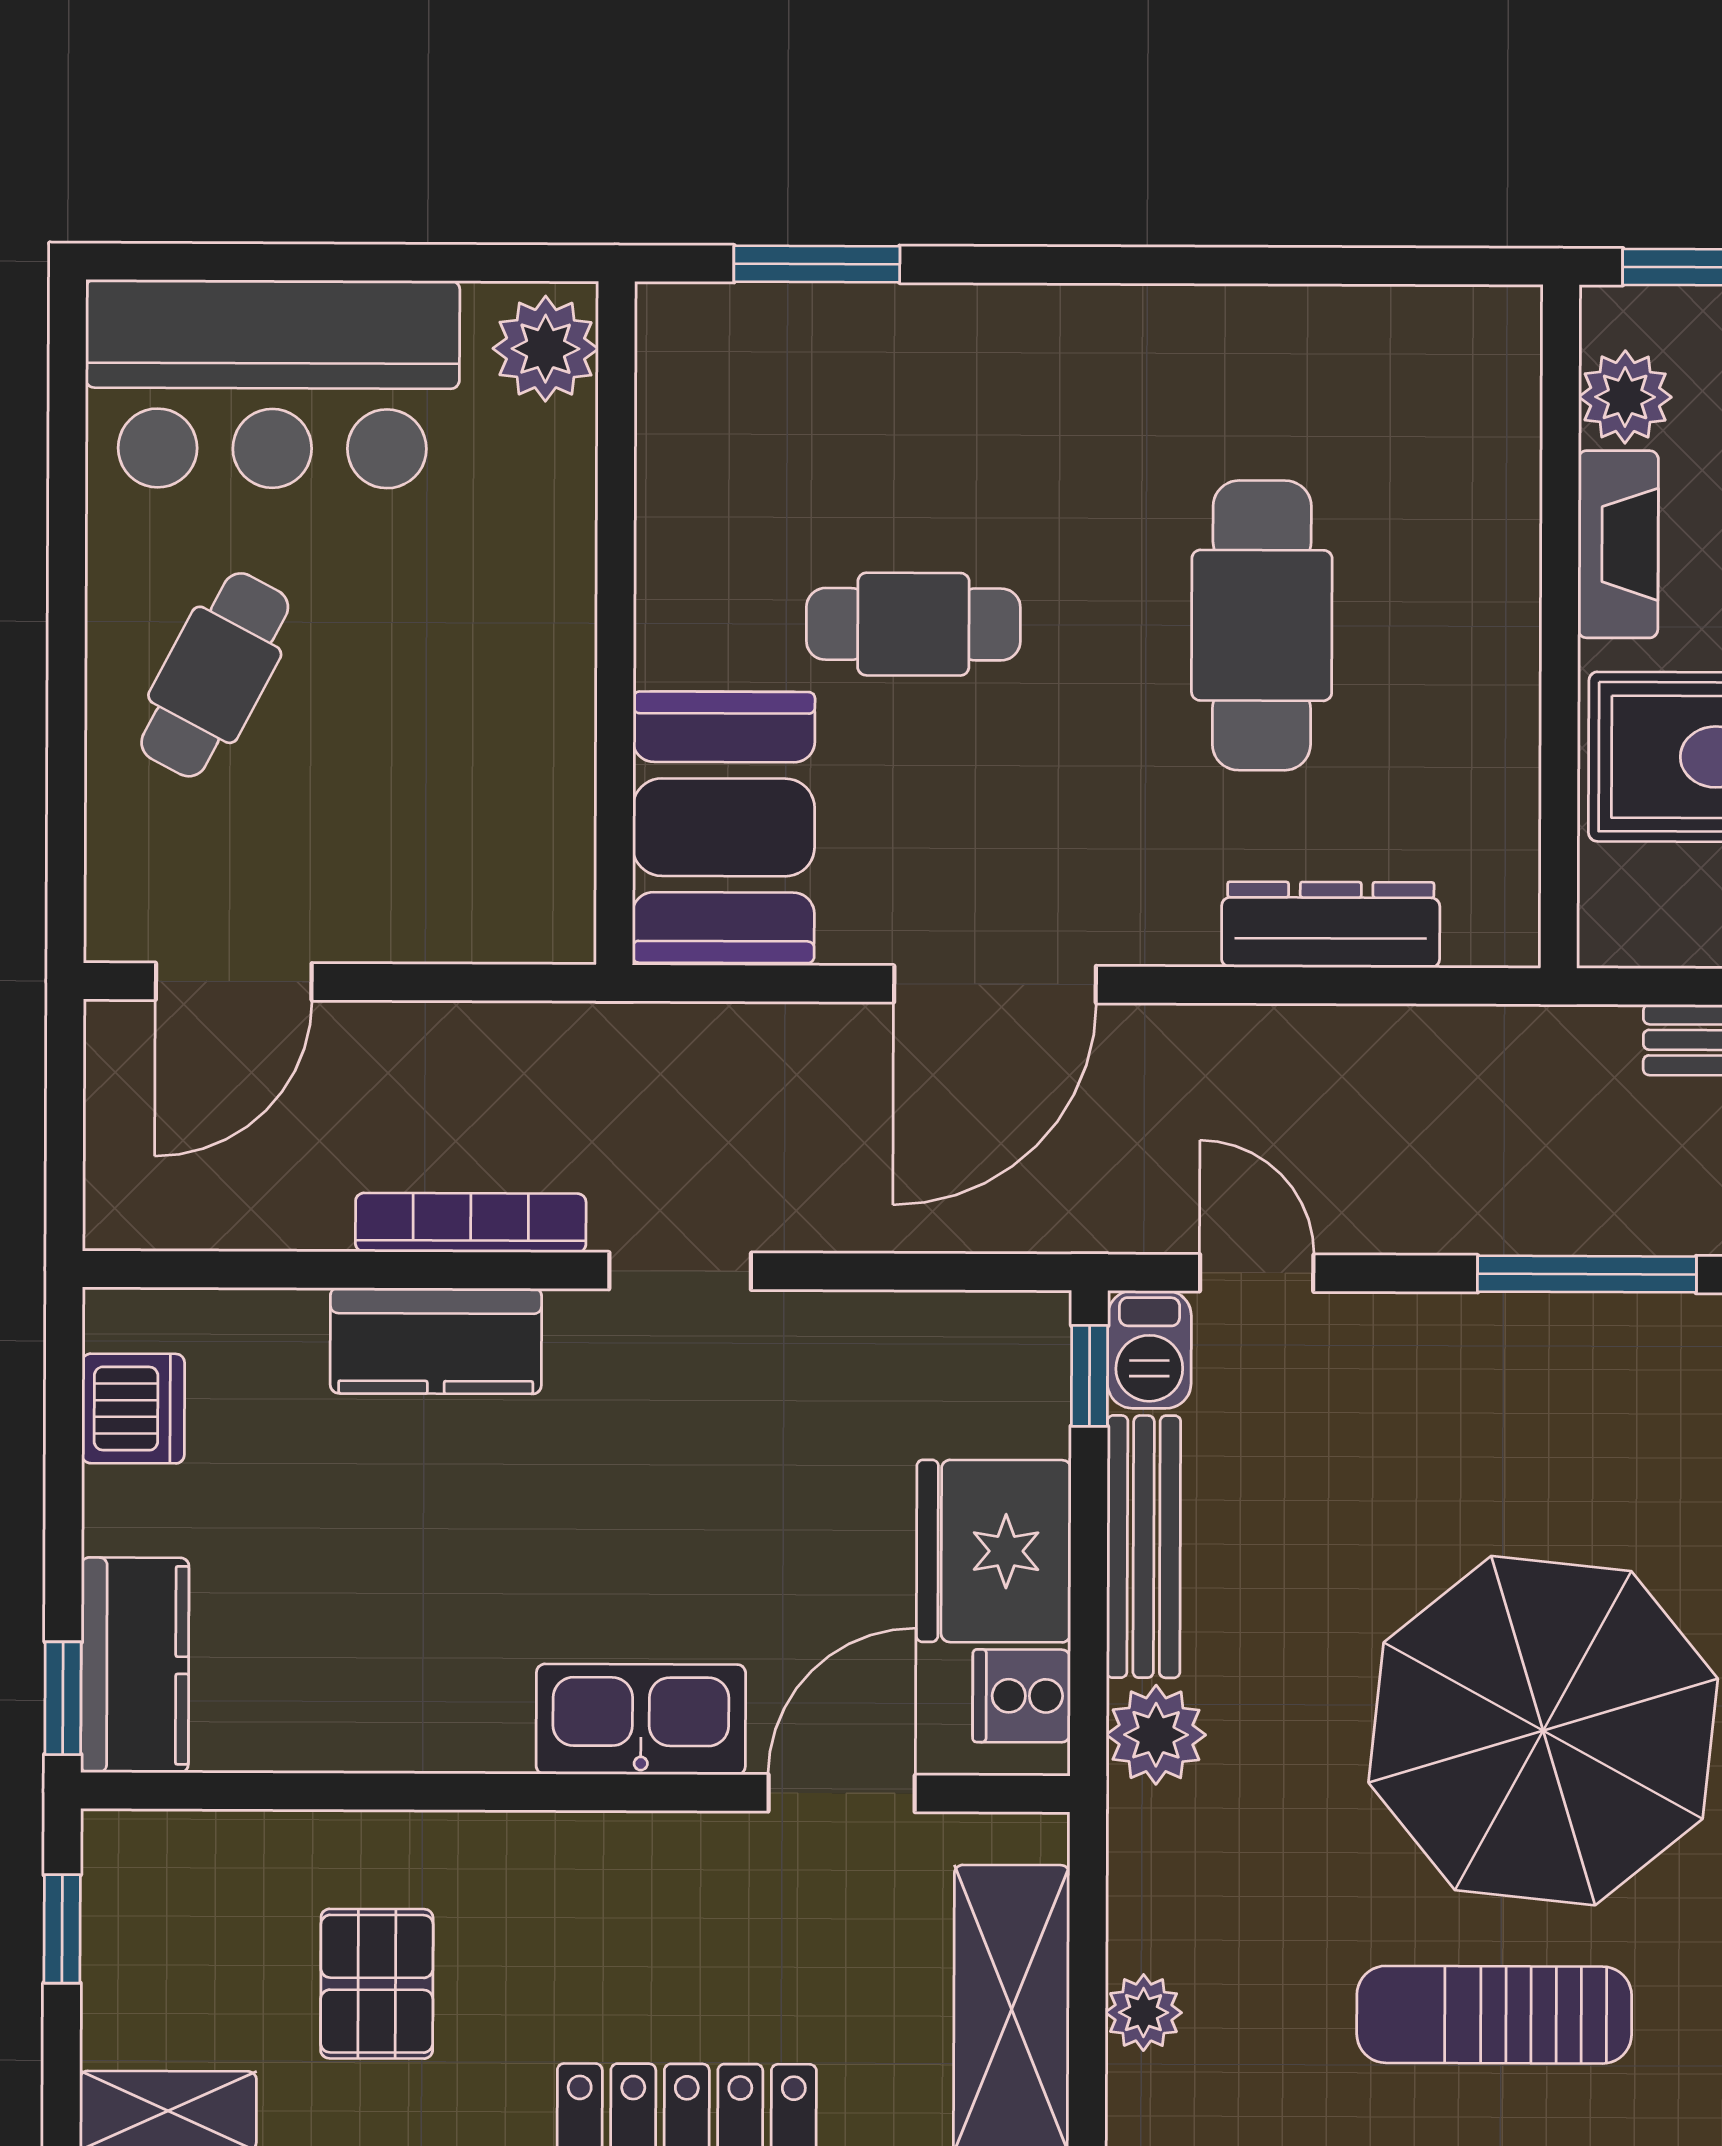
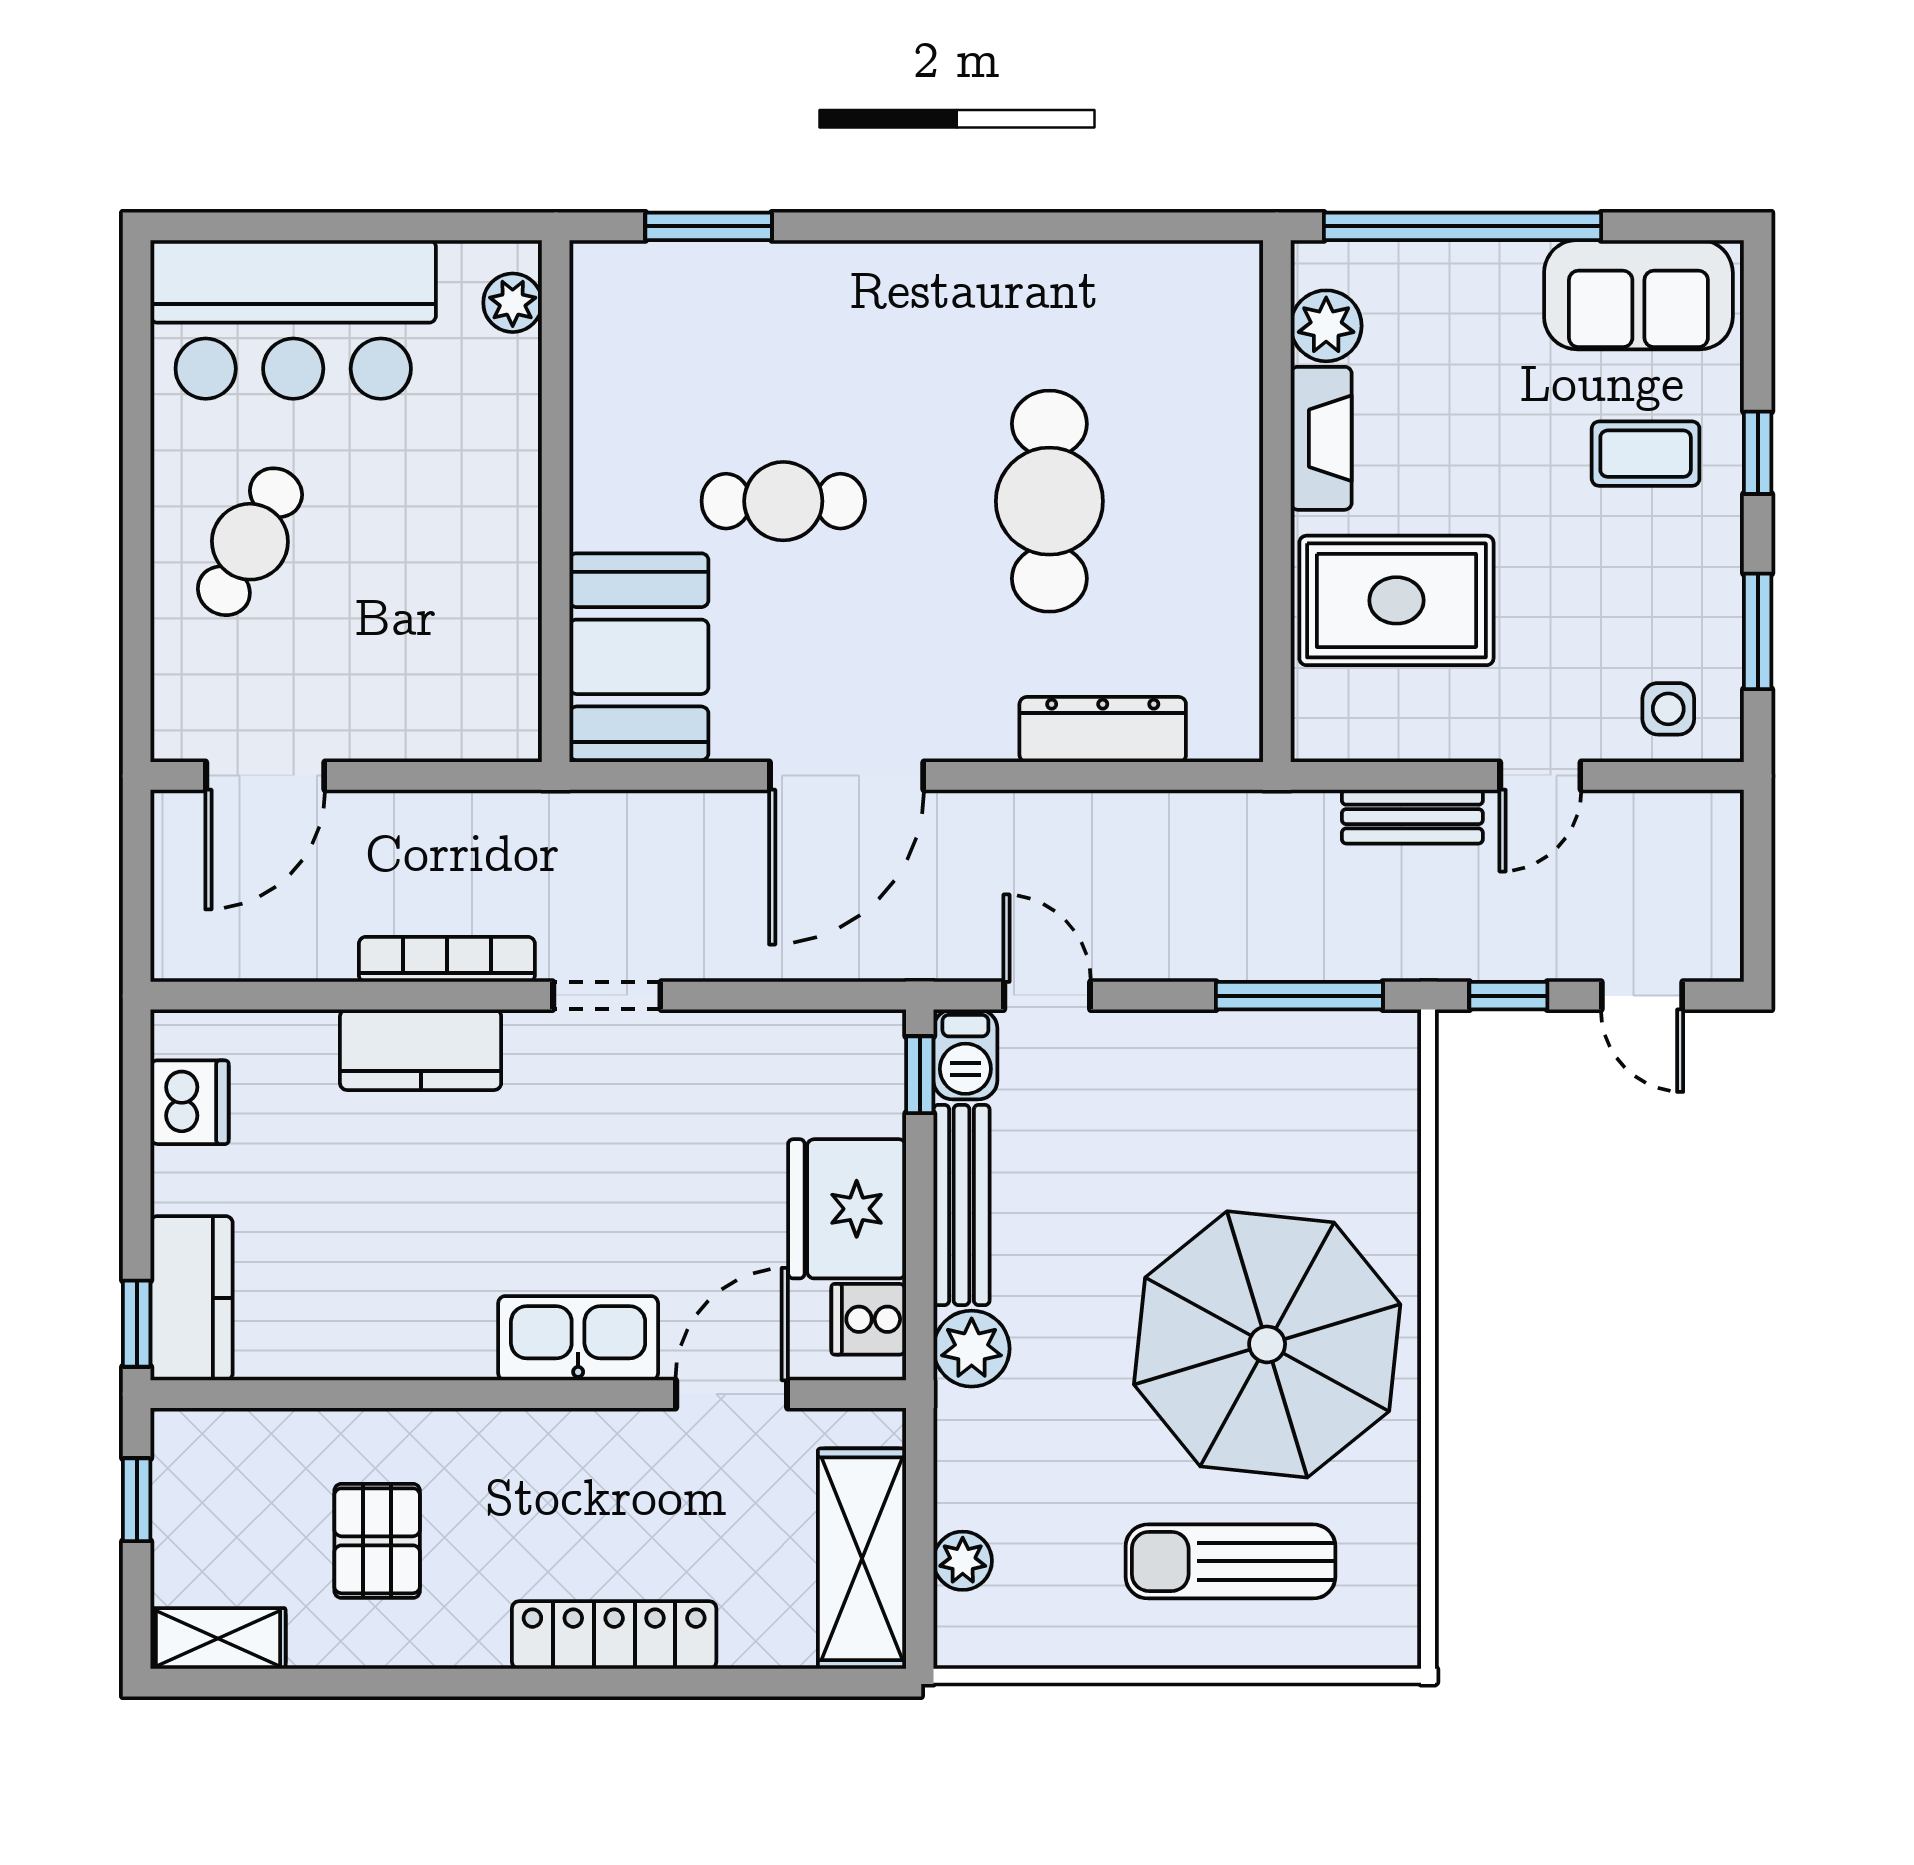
plant: (546, 349) -> (513, 303), width x0.73, depth x0.73

